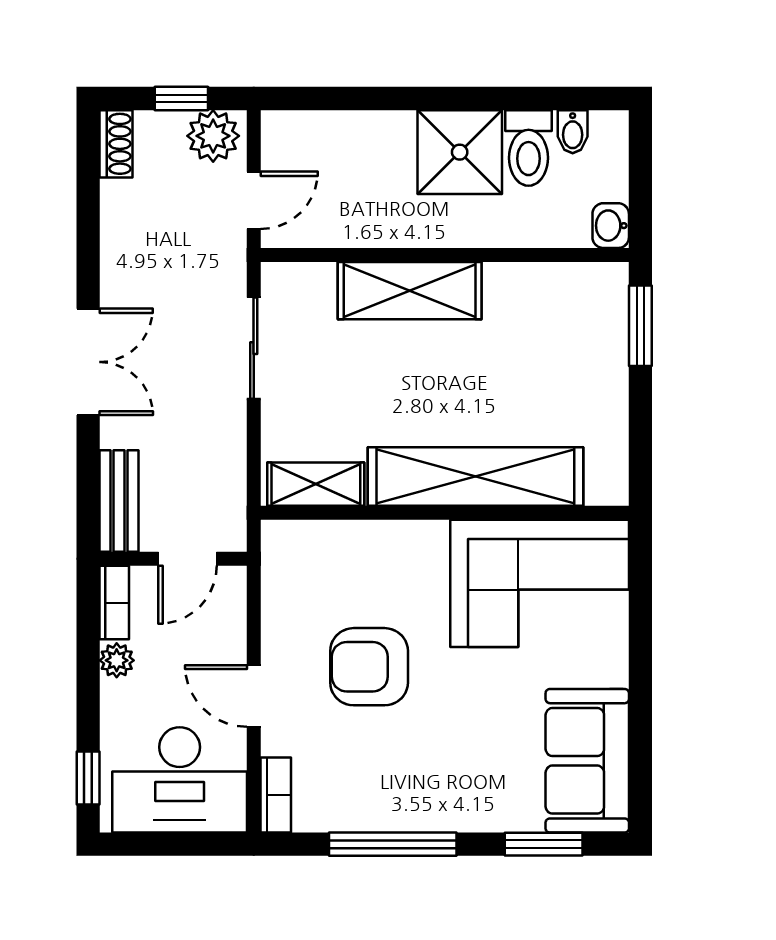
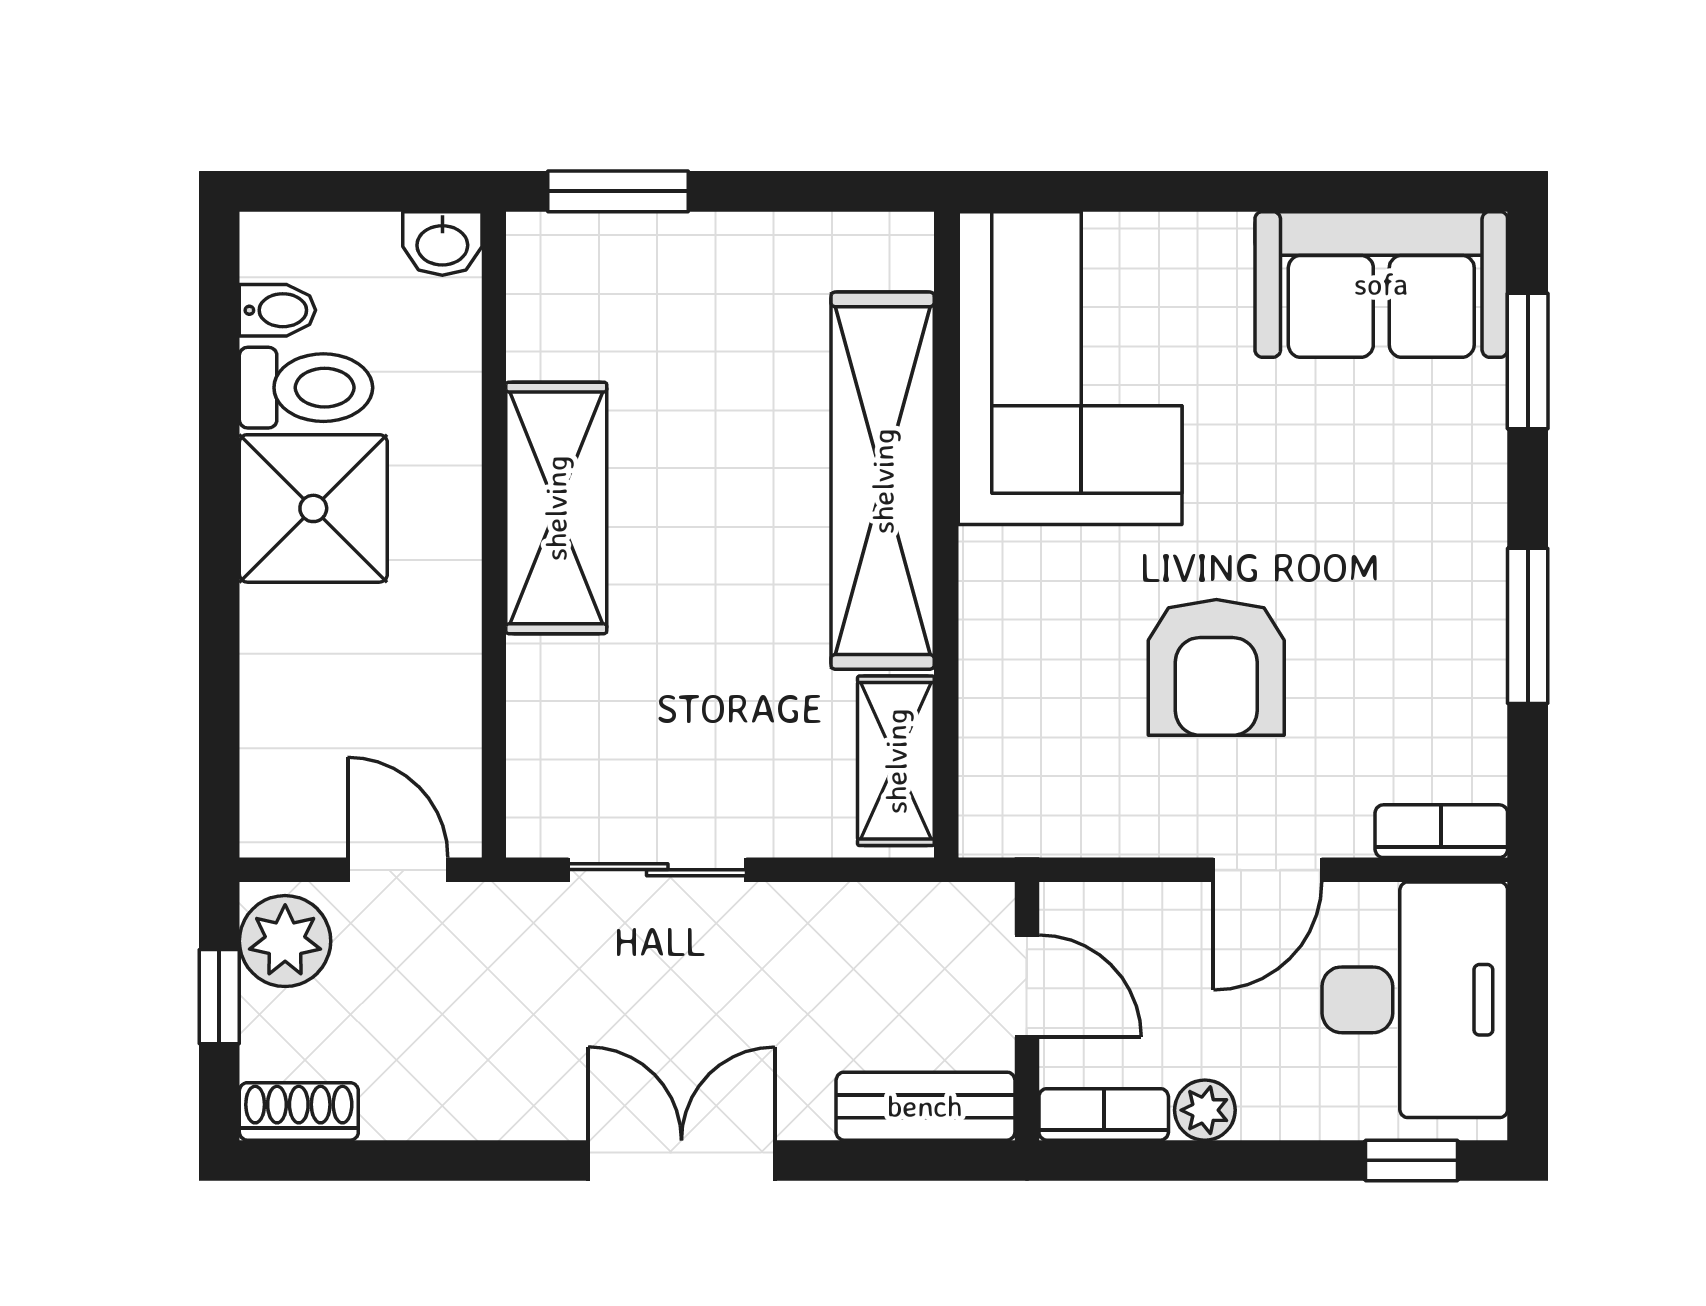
shelving: (410, 291) -> (556, 508), moved
window: (393, 844) -> (1528, 626), width x0.69

